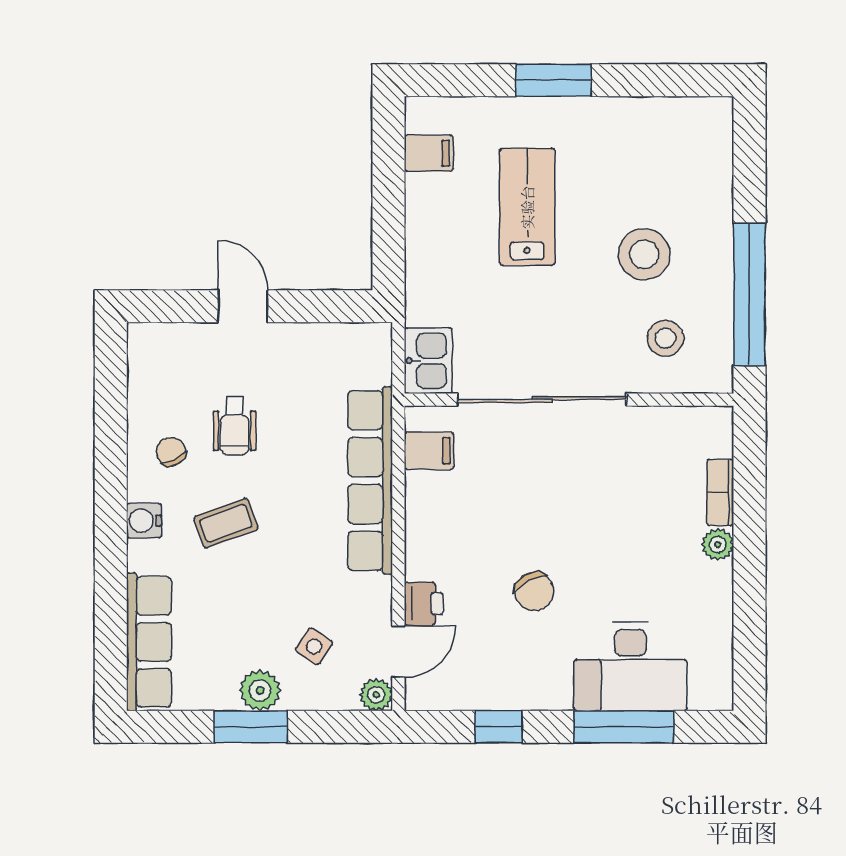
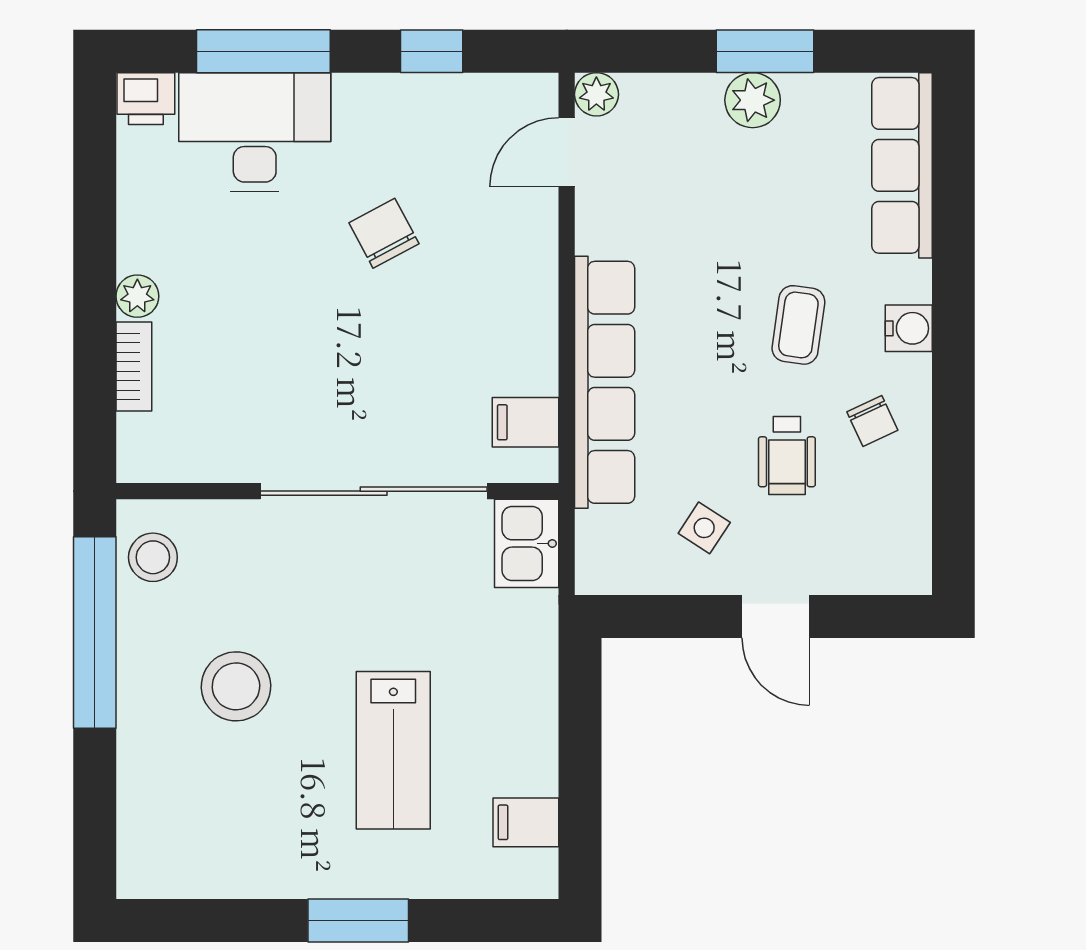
stool: (666, 338) -> (153, 557), moved
wheelchair: (235, 426) -> (787, 456), turned 180
coffee table: (226, 523) -> (798, 325), turned -62
printer: (424, 604) -> (146, 99), moved, turned -90
side table: (314, 646) -> (704, 528), moved

